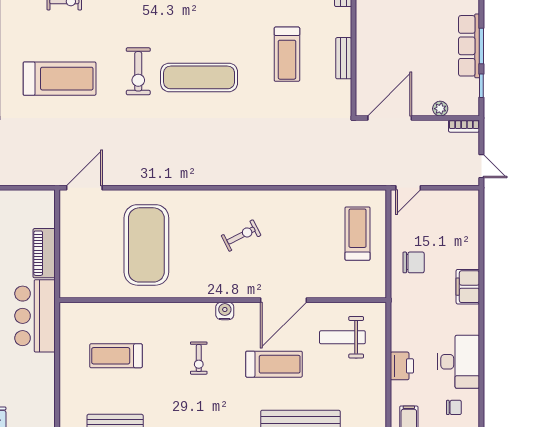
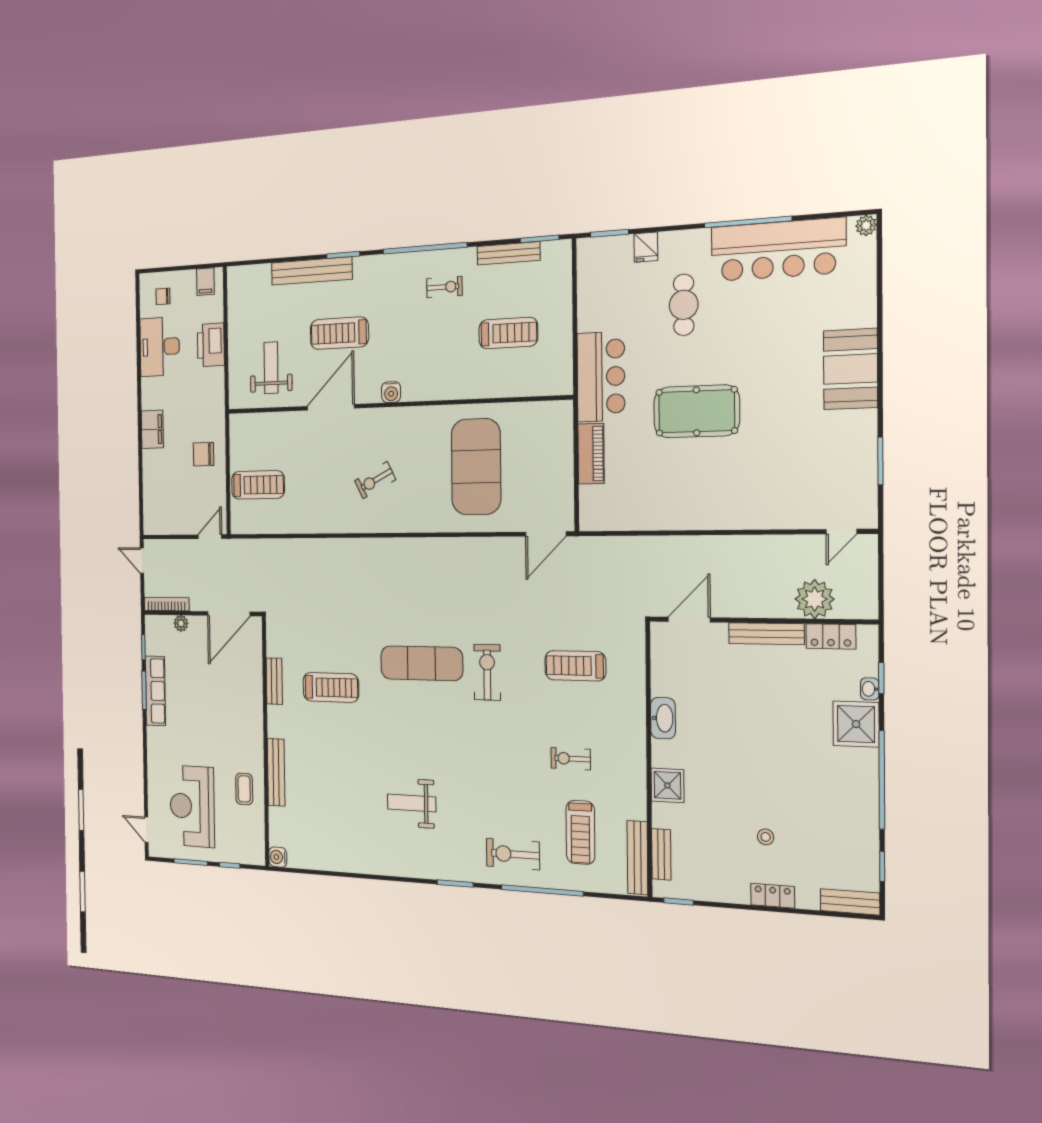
treadmill: (287, 54) -> (331, 687), turned 90
treadmill: (60, 79) -> (575, 666), width x0.73, depth x0.73
bookcase: (464, 126) -> (167, 604), width x1.56
treadmill: (358, 234) -> (258, 485), turned -90
weight bench: (342, 337) -> (271, 368), turned -90
exercise bike: (199, 358) -> (444, 287), moved, turned 90
printer: (402, 366) -> (211, 345), width x1.37, depth x1.19

